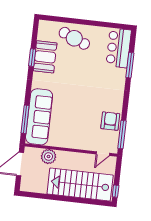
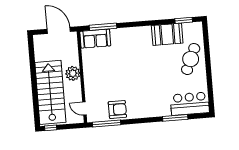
window: (32, 58) -> (184, 20), moved
sofa: (39, 117) -> (95, 39), width x0.54, depth x0.79
plant: (49, 156) -> (73, 73), moved

